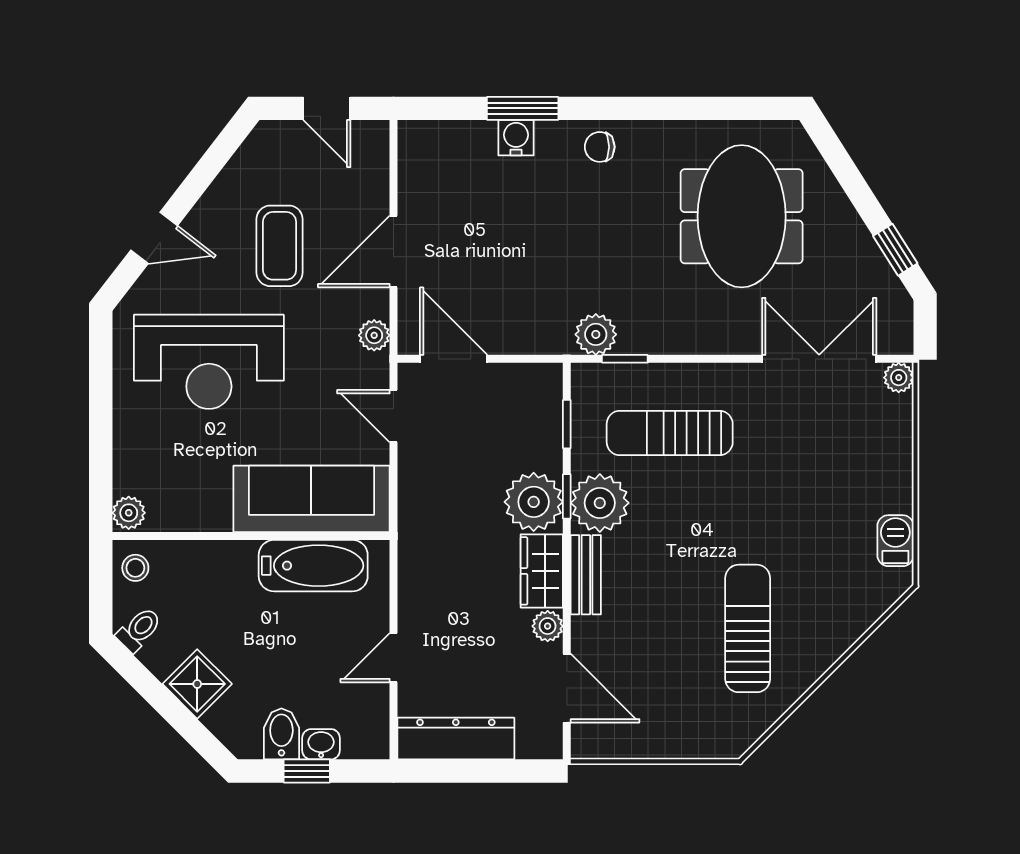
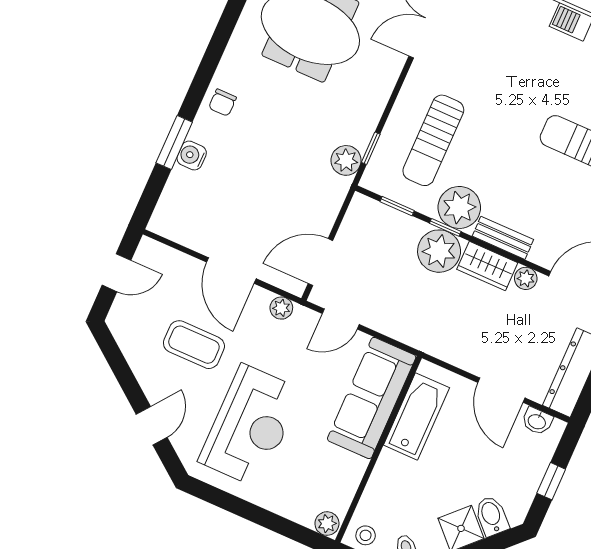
door: (393, 658) -> (501, 390), width x1.38
bidet: (281, 734) -> (492, 516), moved, turned 45
washbasin: (321, 744) -> (537, 421), moved, turned -90

